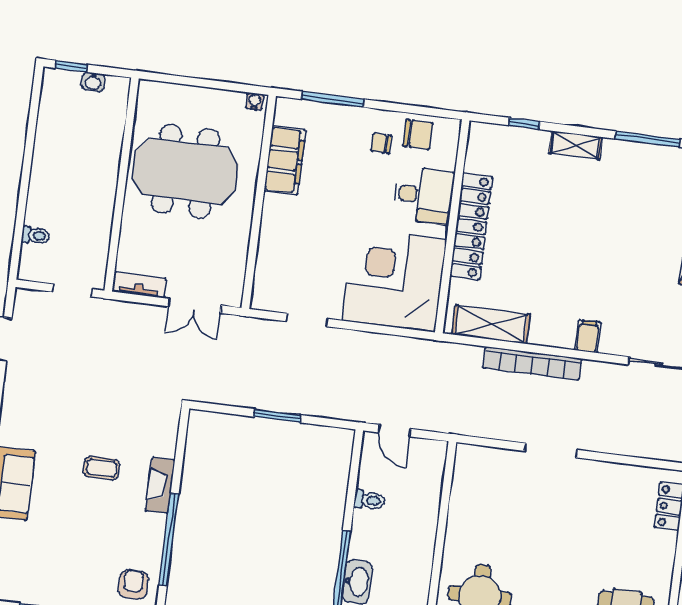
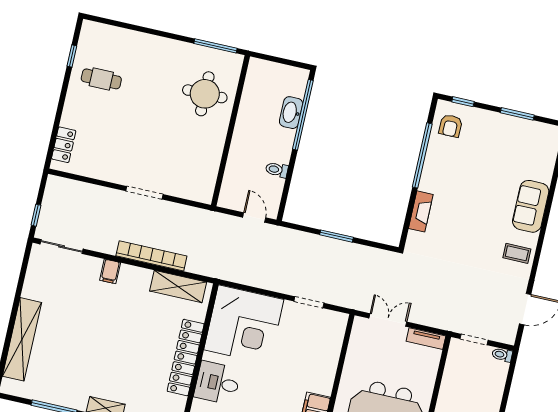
toilet: (36, 235) -> (502, 355), moved
coffee table: (101, 468) -> (517, 253), moved
fireplace: (160, 485) -> (421, 211), moved

